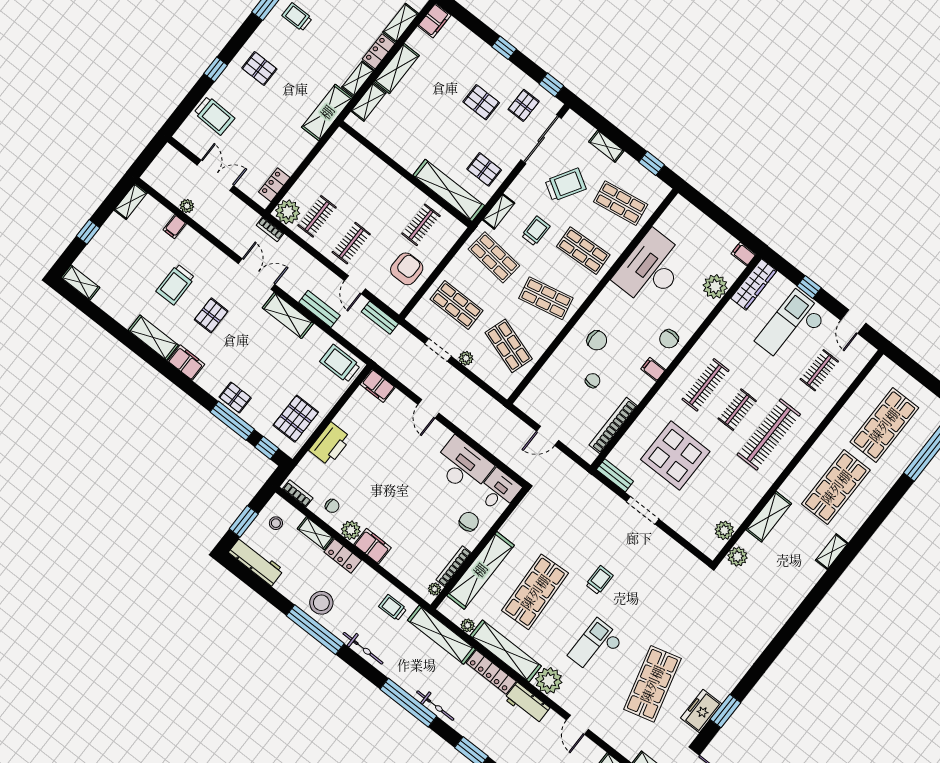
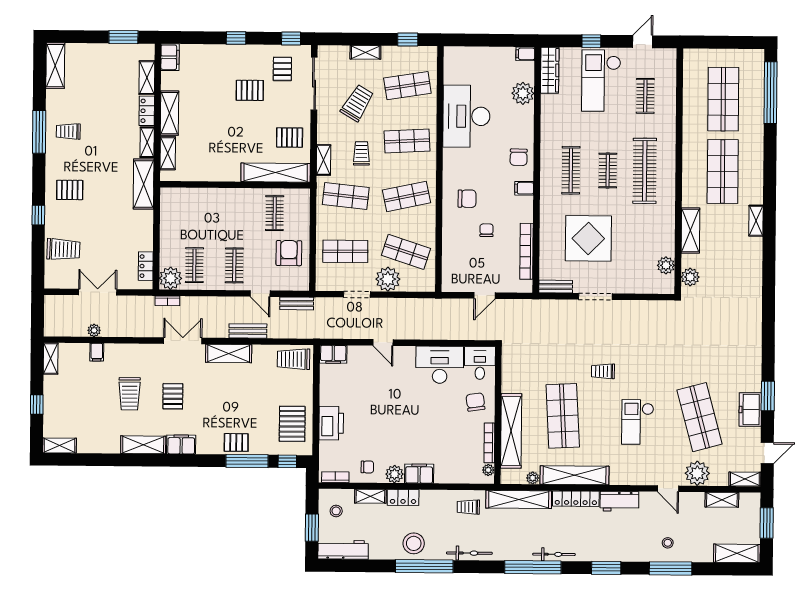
door: (853, 322) -> (643, 42), swing flipped
plant: (466, 358) -> (388, 279), width x1.88, depth x1.88
trolley: (599, 580) -> (603, 371), turned -90
plant: (549, 681) -> (697, 473), moved

